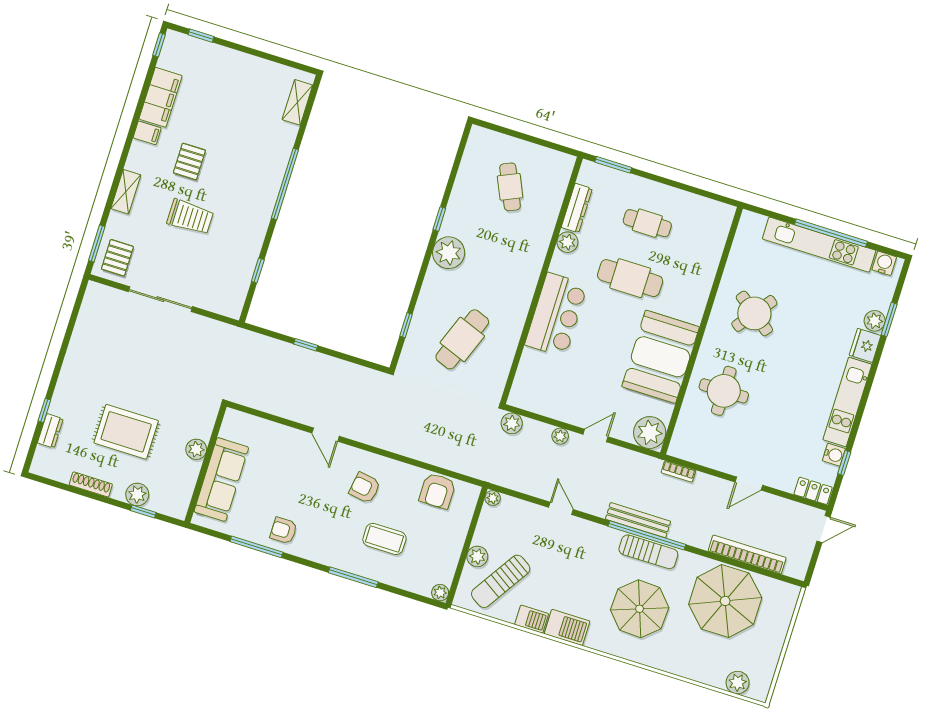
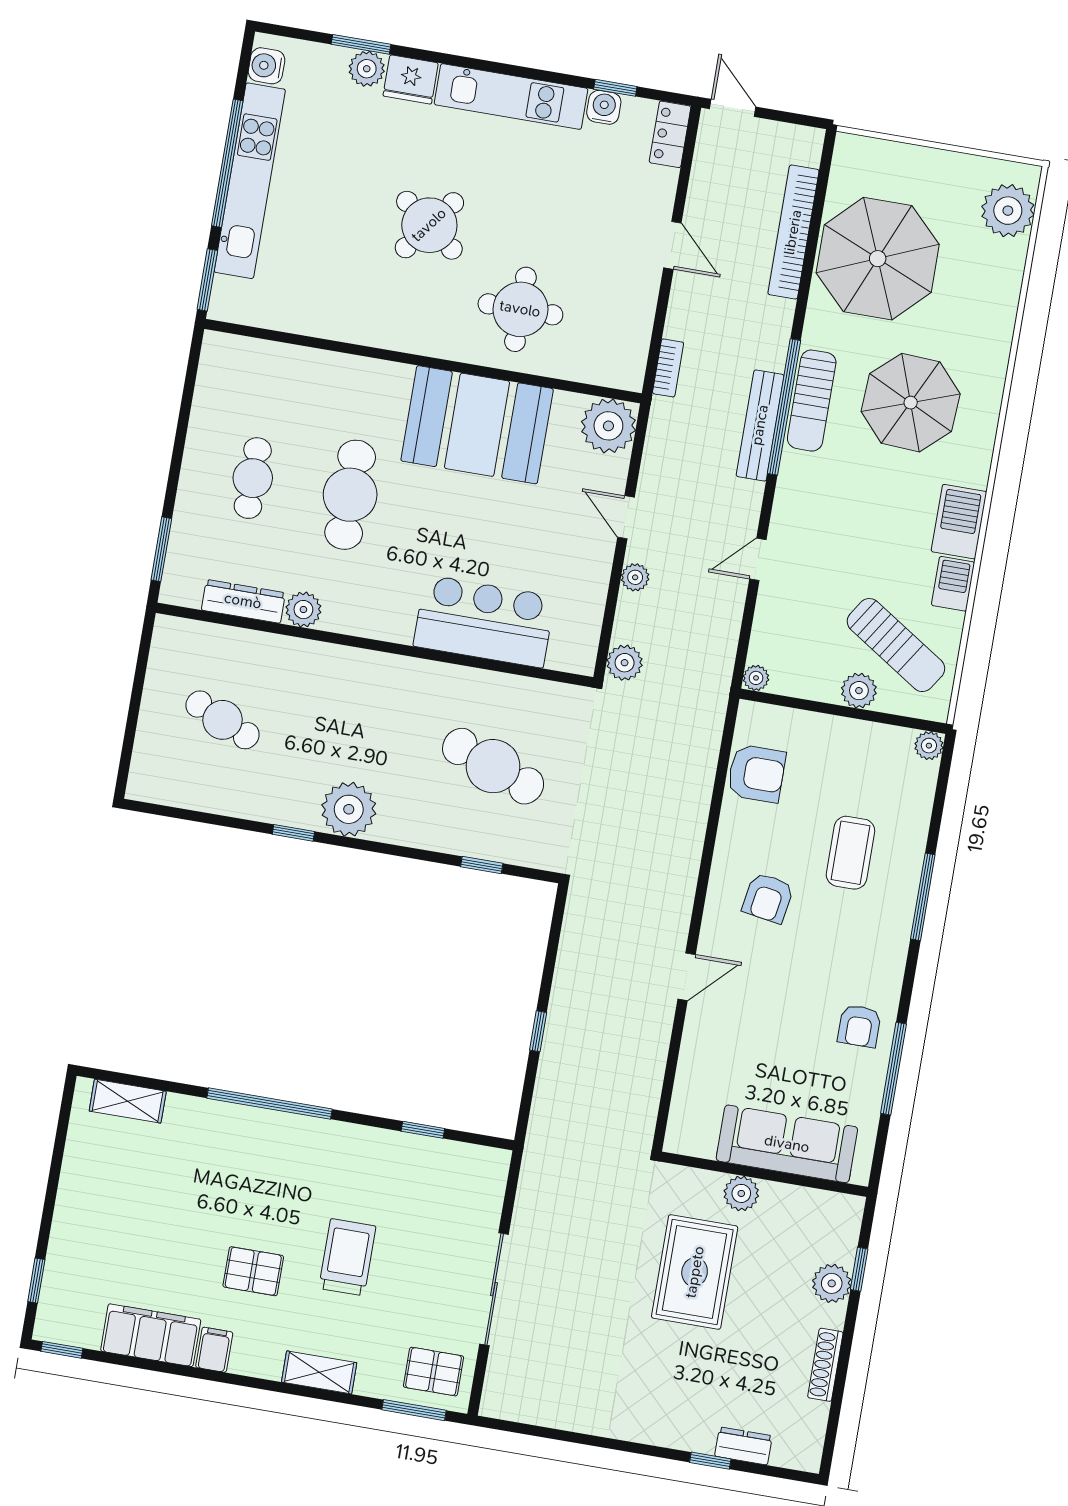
cafe table: (510, 187) -> (223, 720), turned 48
window: (765, 212) -> (207, 280), added
round table: (754, 313) -> (429, 225), moved
bar counter: (556, 315) -> (484, 621), moved
rug: (126, 432) -> (695, 1272), moved
sun lounger: (648, 552) -> (812, 401), turned 180
plant: (738, 683) -> (1008, 211), width x1.36, depth x1.36

